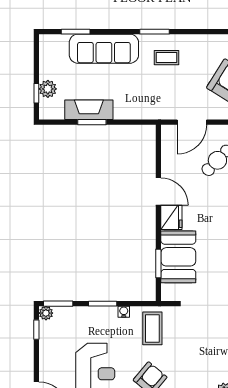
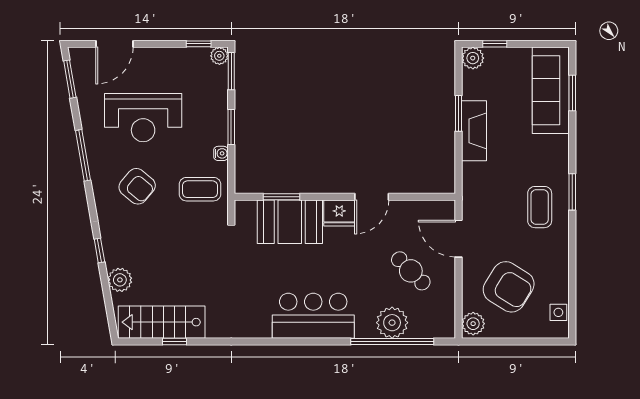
sofa: (104, 49) -> (551, 90), moved
coffee table: (167, 58) -> (540, 207), width x1.36, depth x1.30
plant: (48, 89) -> (473, 58), moved
fireplace: (89, 110) -> (474, 131), moved

